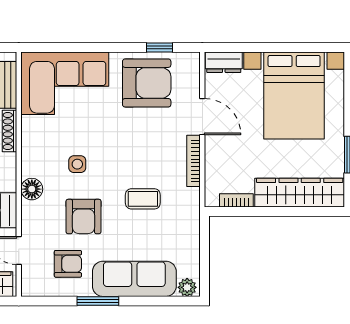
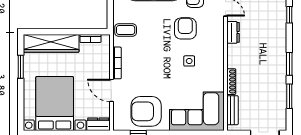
floor lamp: (32, 189) -> (217, 46), removed
coffee table: (143, 199) -> (126, 30), moved

